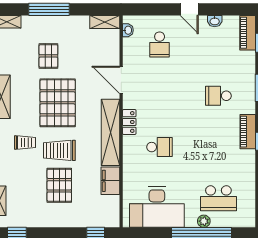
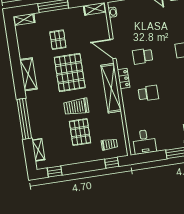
school desk: (160, 44) -> (143, 56), moved, turned 90
trolley: (25, 142) -> (109, 144), moved
filing cabinet: (110, 181) -> (116, 123), removed
desk: (157, 207) -> (144, 142), width x0.53, depth x0.77

